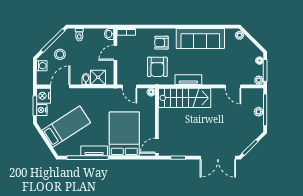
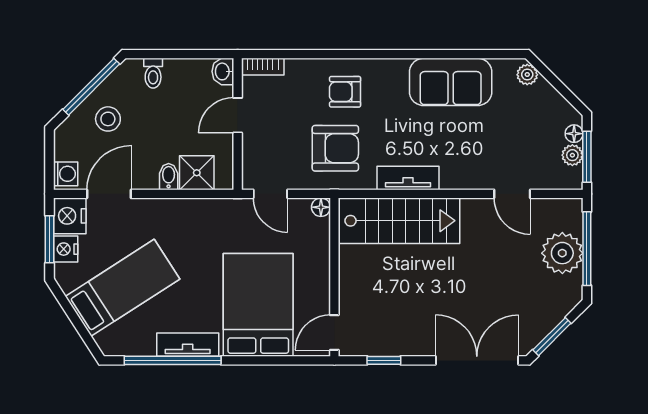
sofa: (200, 38) -> (451, 82), width x0.73
washing machine: (42, 66) -> (66, 174), moved
armchair: (157, 67) -> (335, 148), turned -90
plant: (259, 80) -> (572, 155), moved
plant: (259, 112) -> (562, 253), width x1.88, depth x1.88
double door: (218, 158) -> (477, 360), swing flipped

